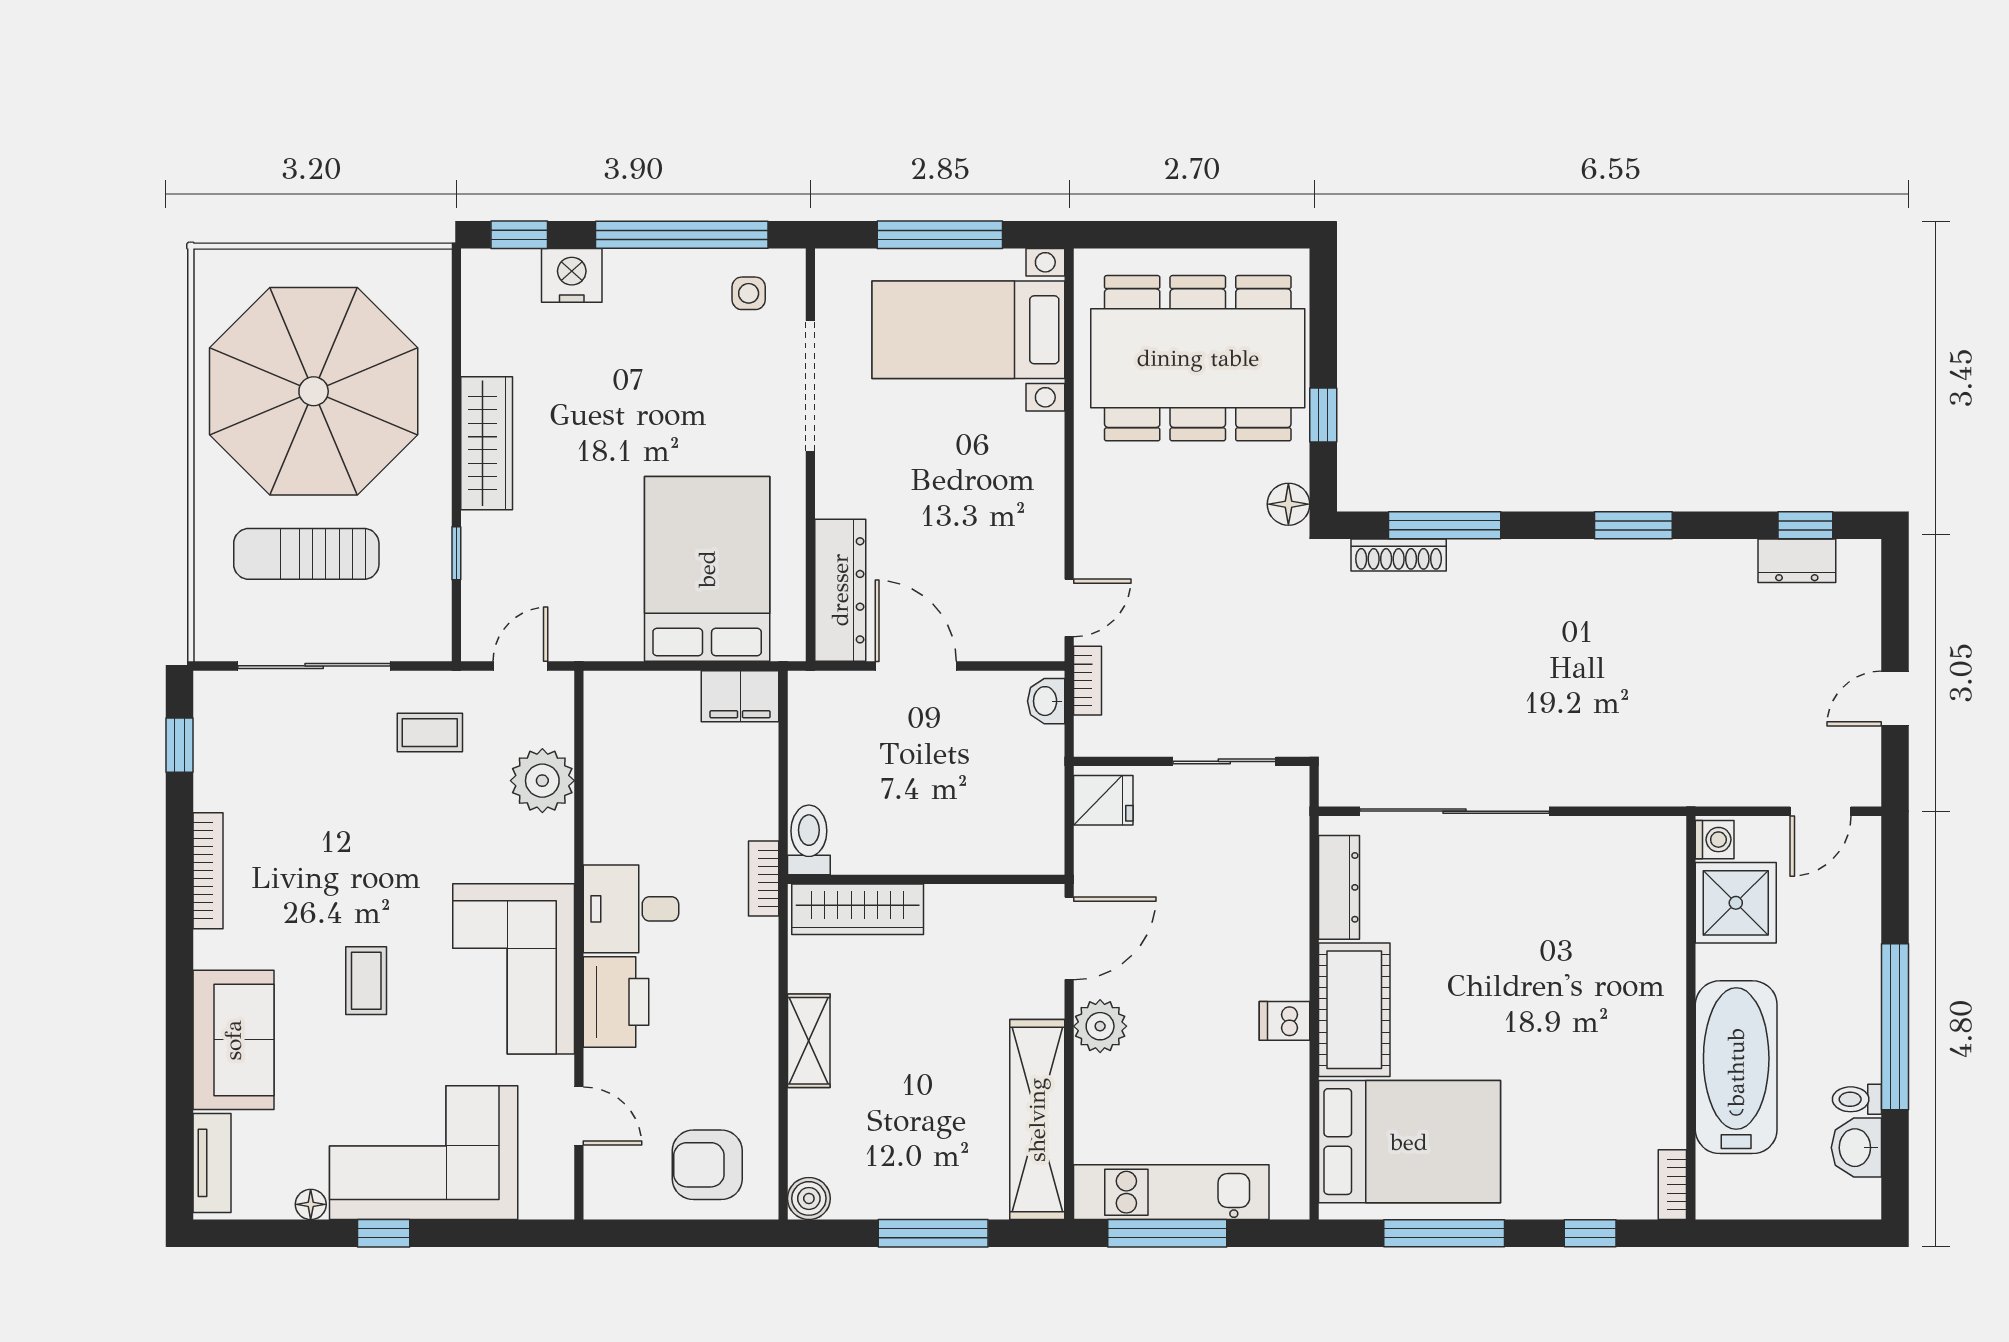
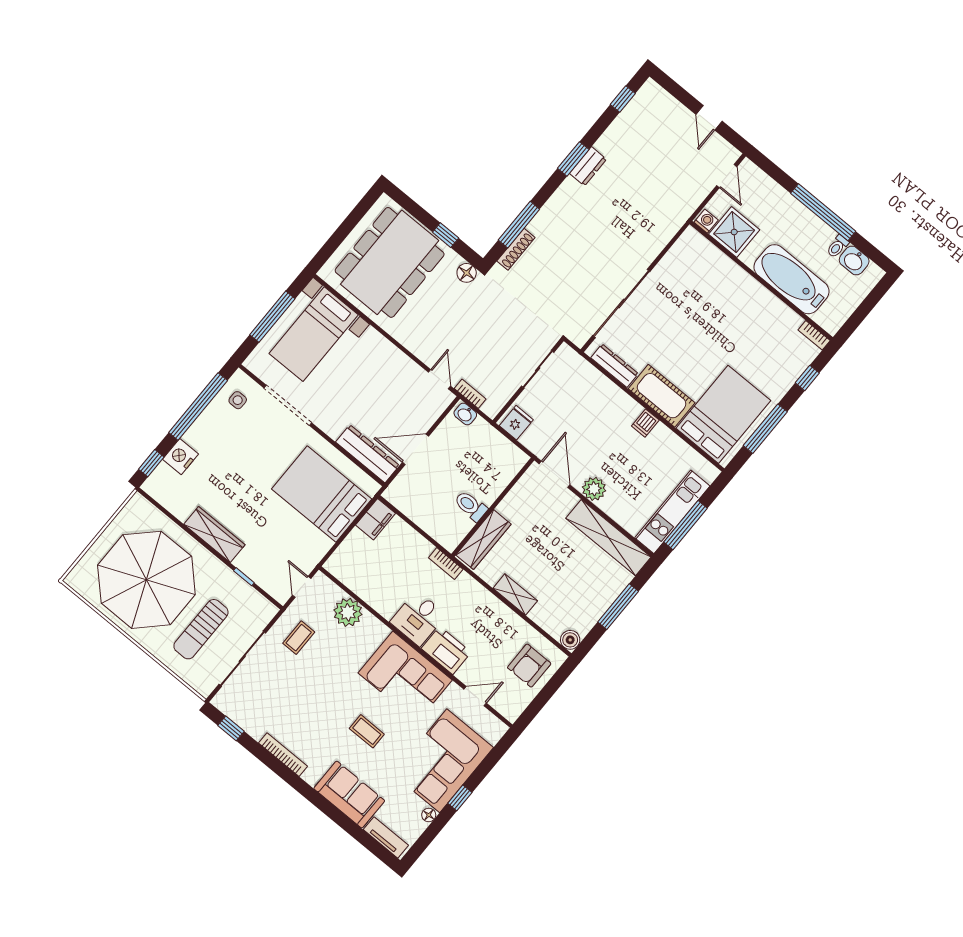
dresser: (1797, 561) -> (588, 166), moved
toilet: (809, 840) -> (471, 506), moved

